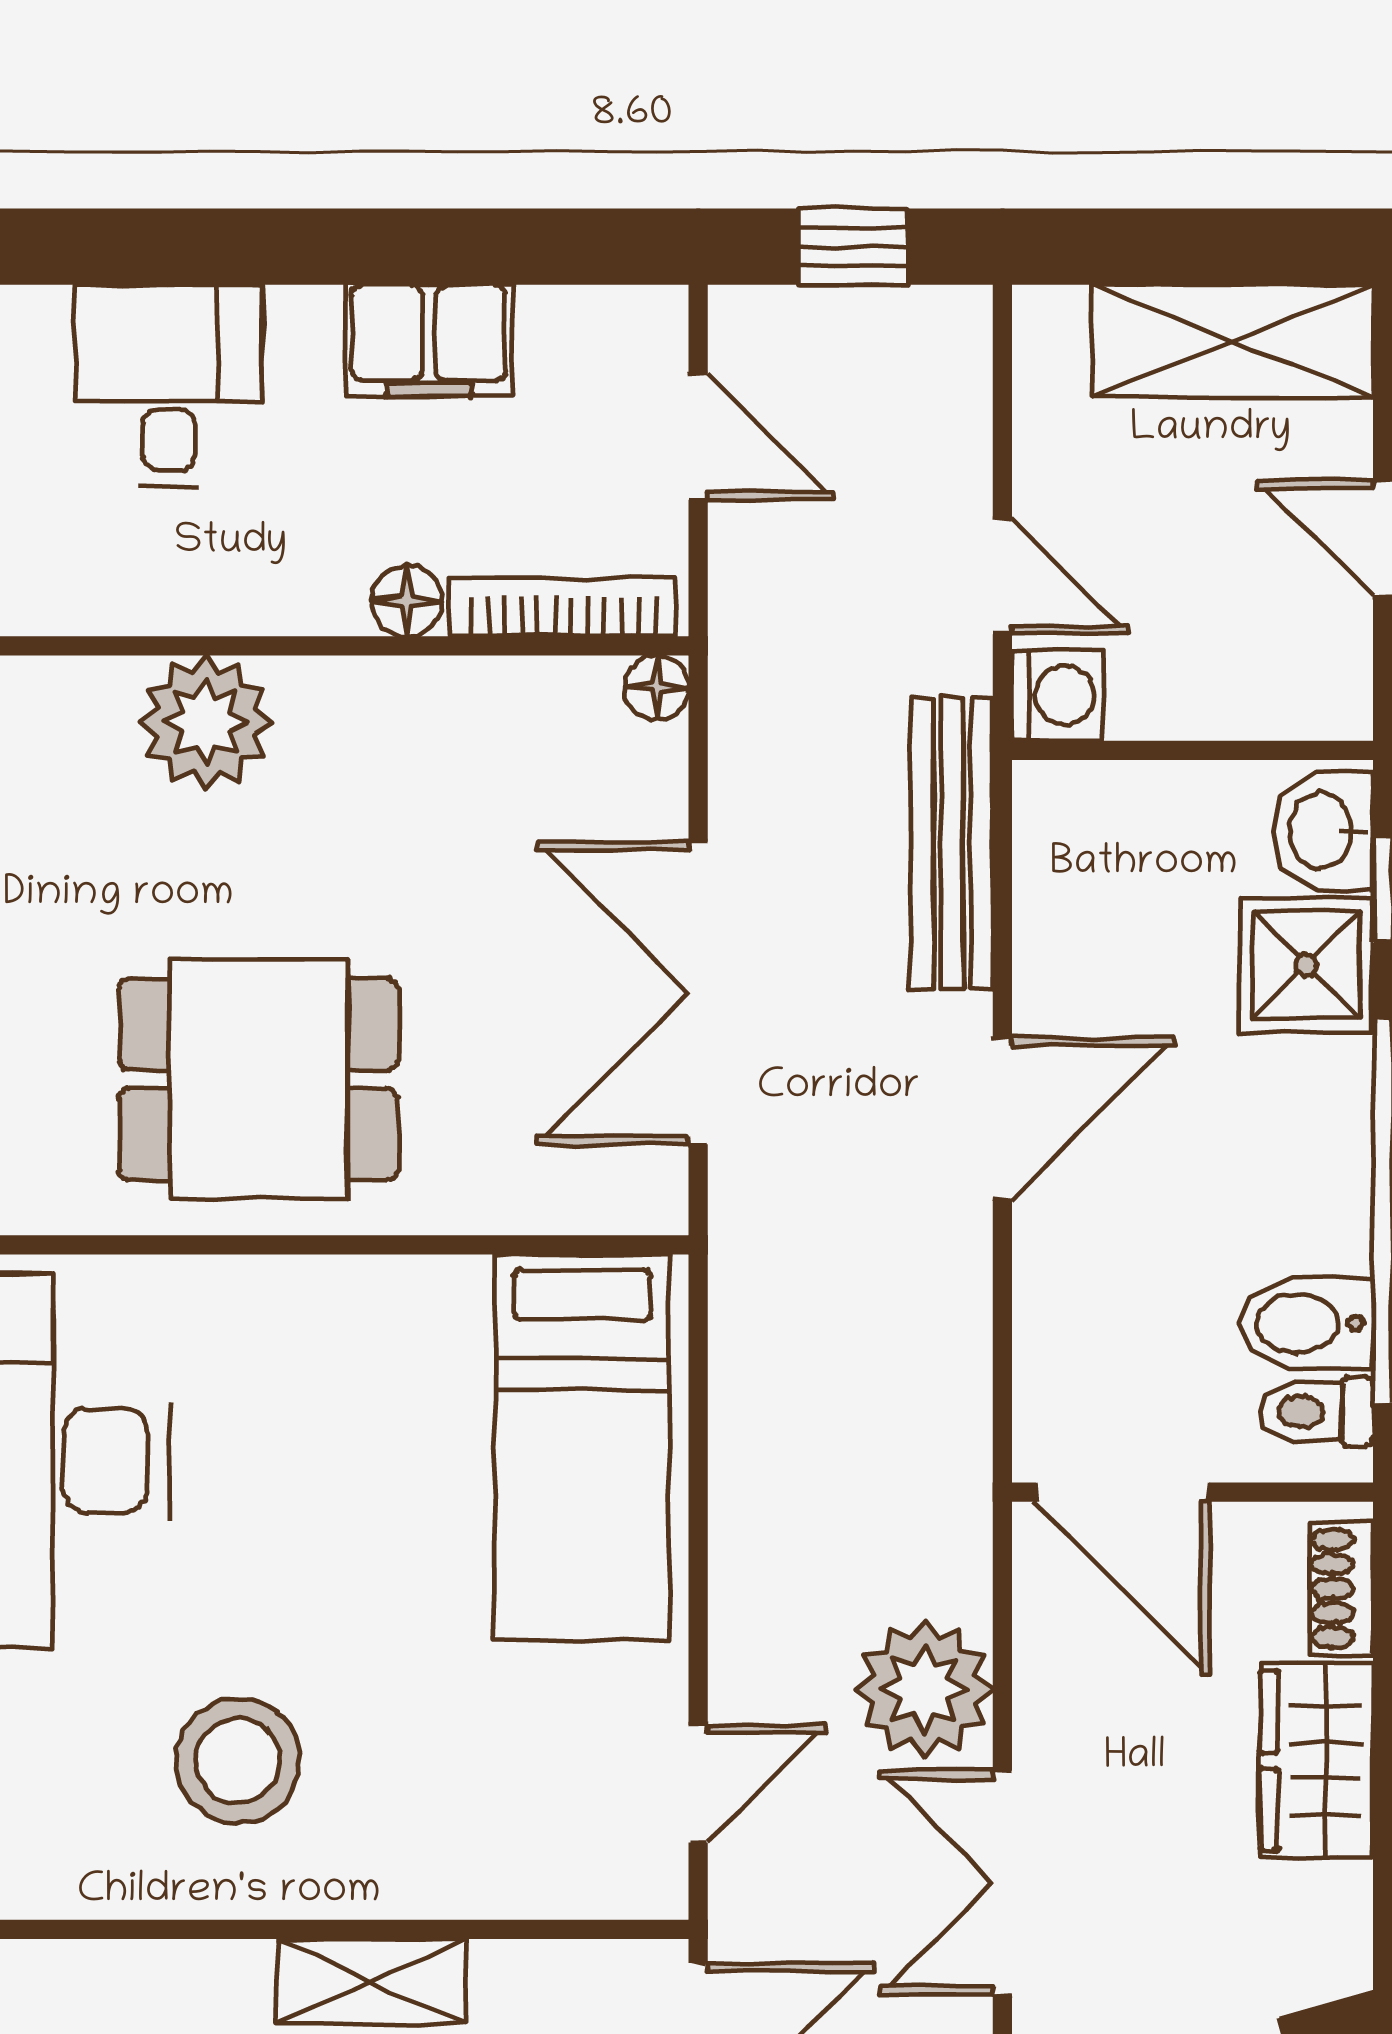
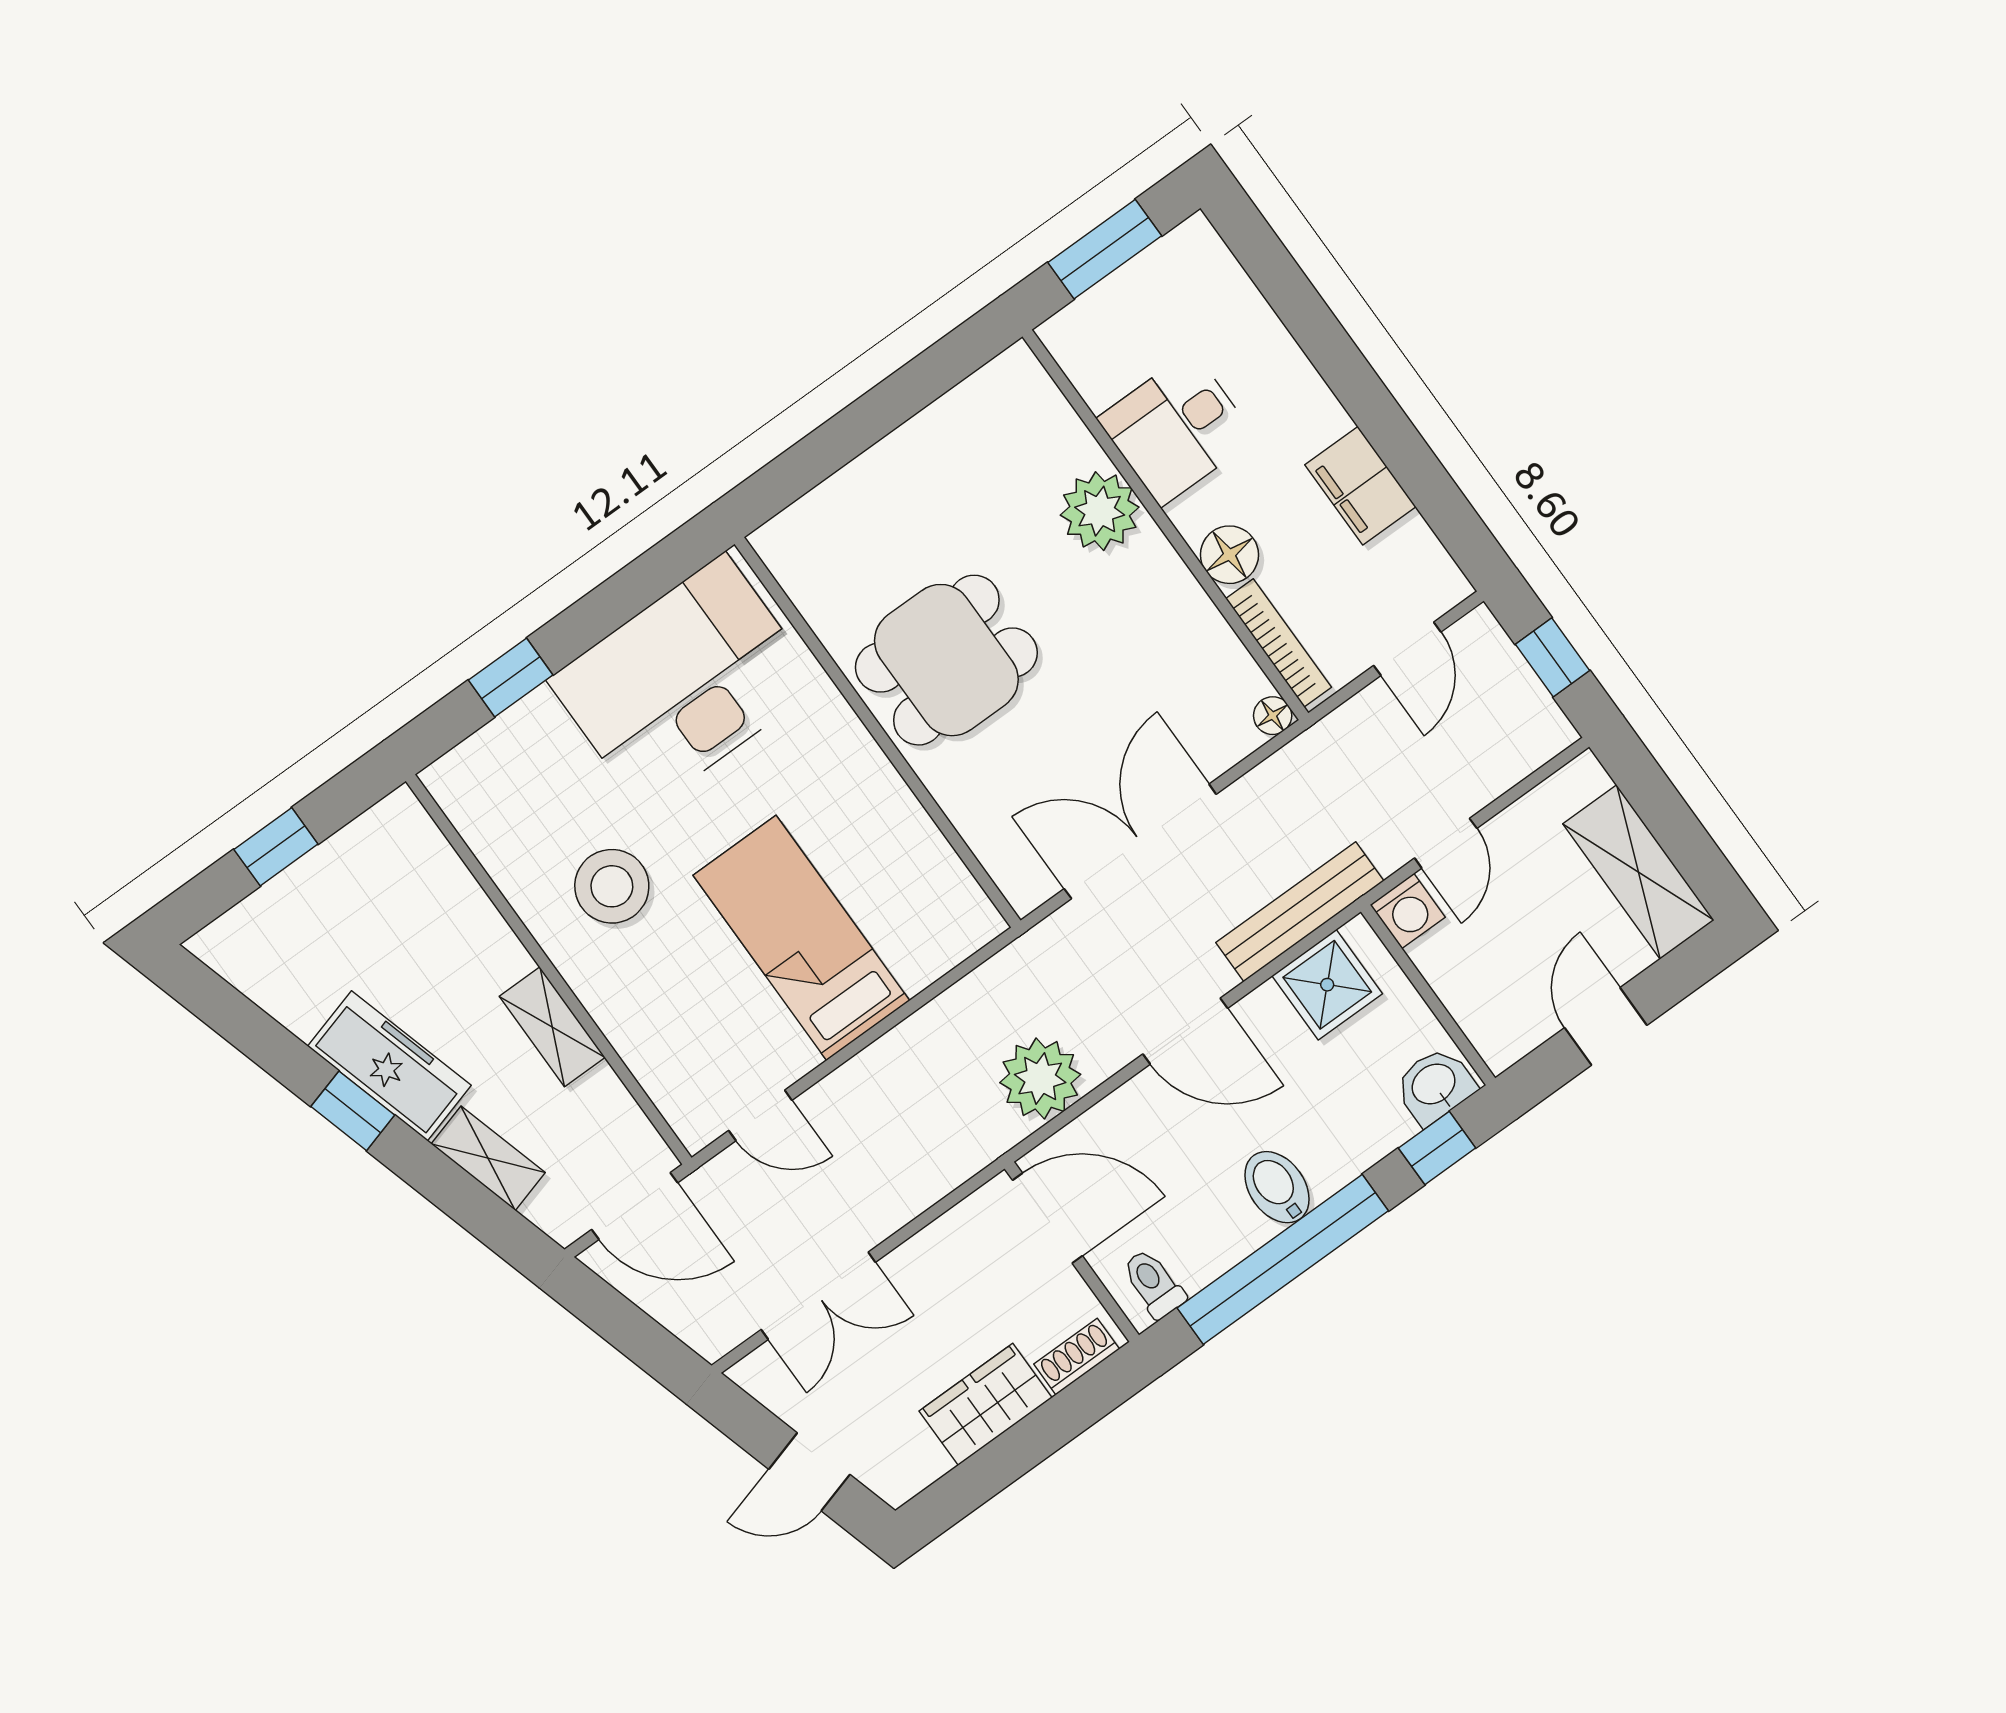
desk: (169, 385) -> (1176, 428), moved, turned 180
floor lamp: (407, 601) -> (1229, 555), width x1.37, depth x1.37
shower: (1306, 965) -> (1327, 985), moved
dining table: (258, 1079) -> (946, 660), turned 90
bidet: (1307, 1323) -> (1277, 1187), moved
bed: (582, 1447) -> (801, 938), moved, turned 90
door: (1122, 1492) -> (1047, 1218), swing flipped
plant: (924, 1689) -> (1040, 1079), moved
double door: (1002, 1883) -> (818, 1296), swing flipped

